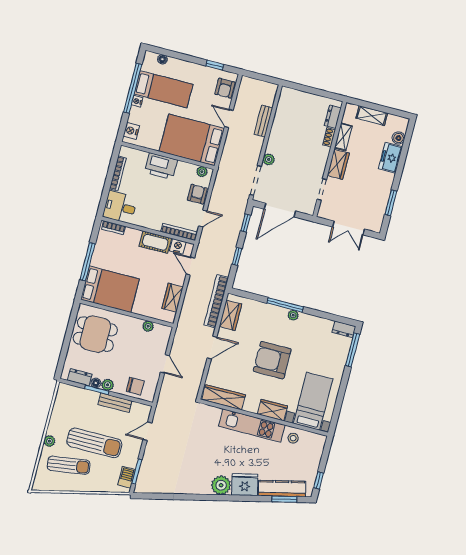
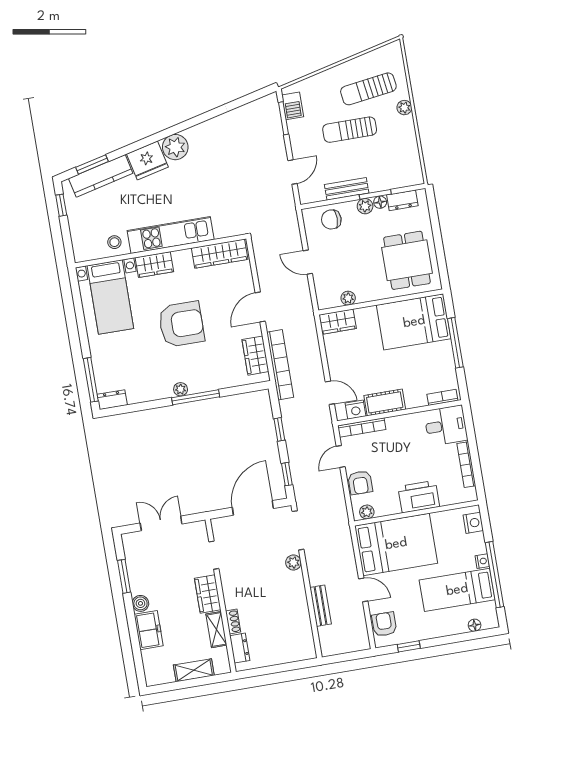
boiler: (398, 138) -> (140, 603), moved
wardrobe: (173, 298) -> (338, 322), moved, turned 90
dining table: (95, 334) -> (407, 260), turned 90
sun lounger: (94, 443) -> (350, 130), width x0.73, depth x0.75

